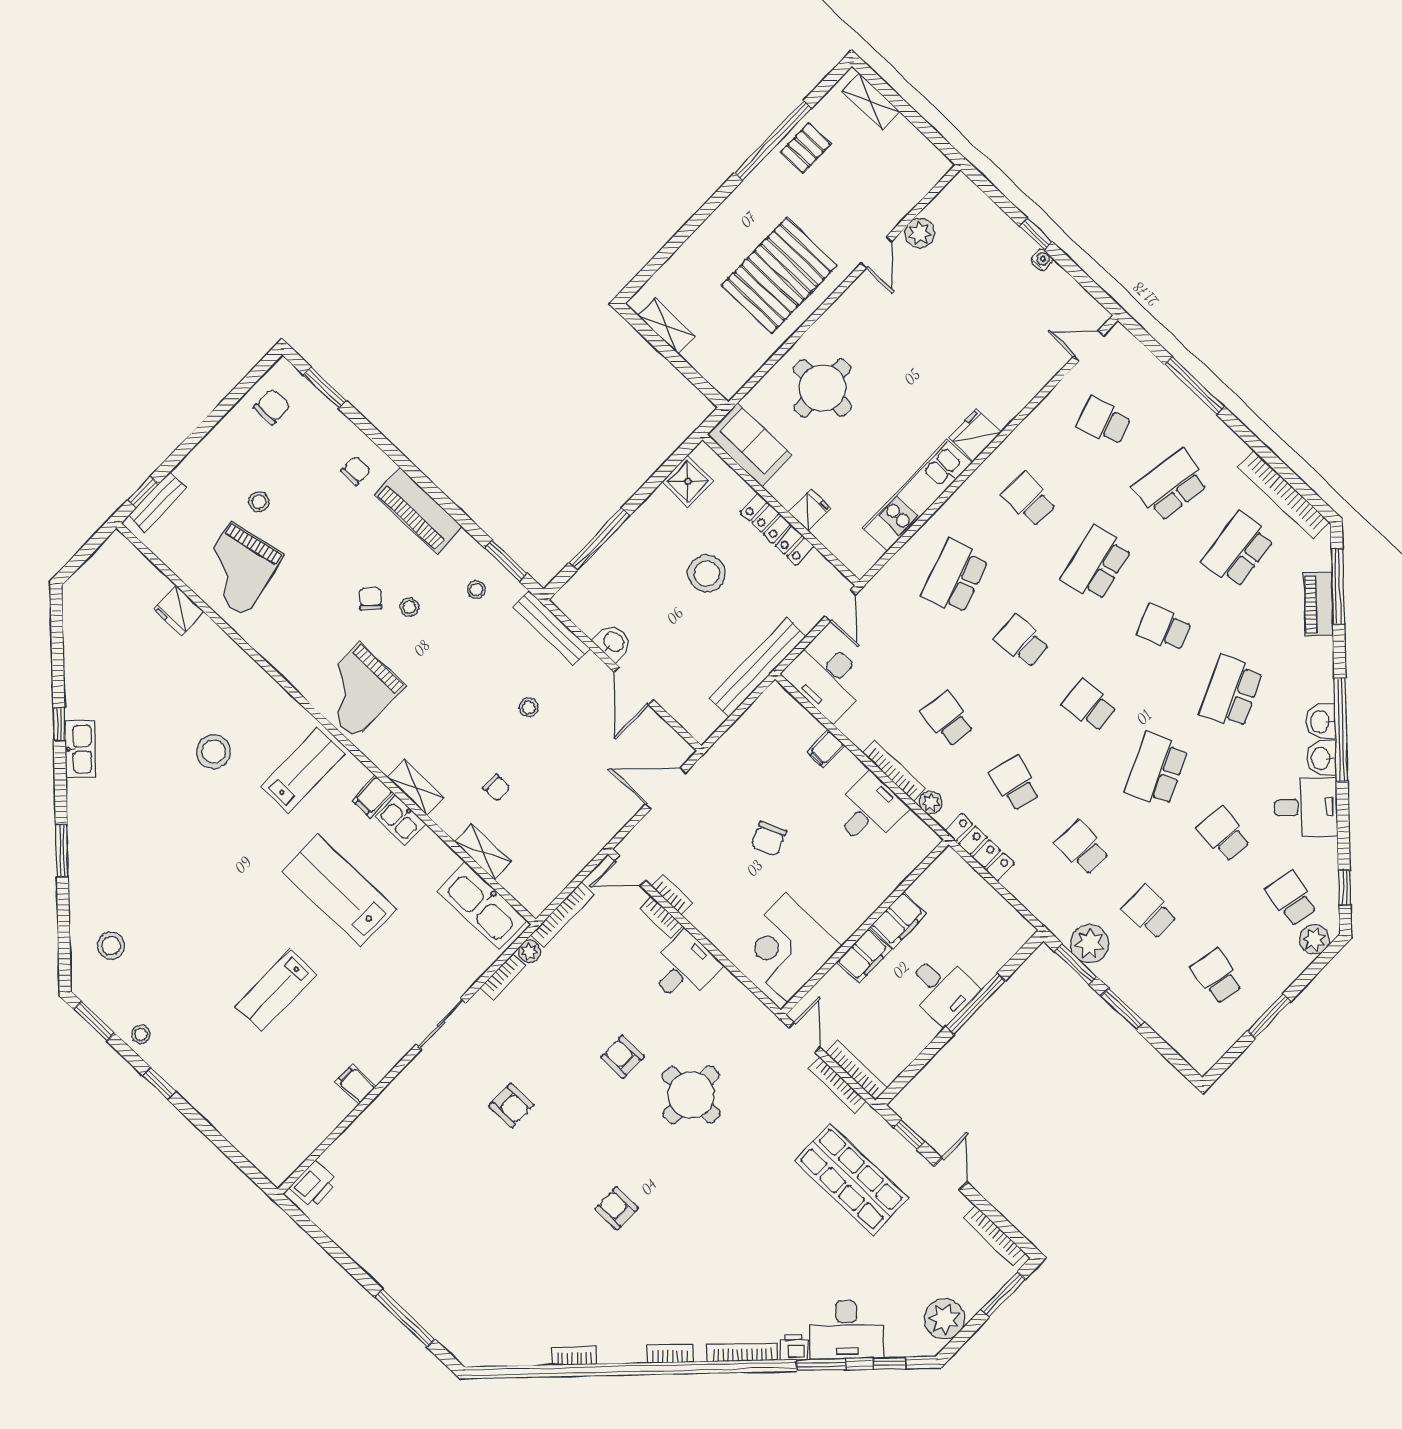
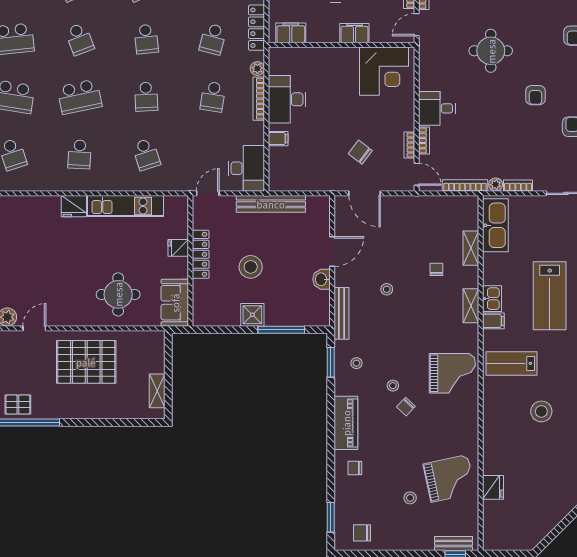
shower: (688, 481) -> (252, 315), moved
school desk: (955, 577) -> (146, 154), width x0.54
desk: (869, 810) -> (287, 99), width x1.37
chair: (769, 839) -> (360, 152), moved, turned -120
filing cabinet: (899, 920) -> (291, 33), moved
armchair: (622, 1057) -> (535, 95), moved

